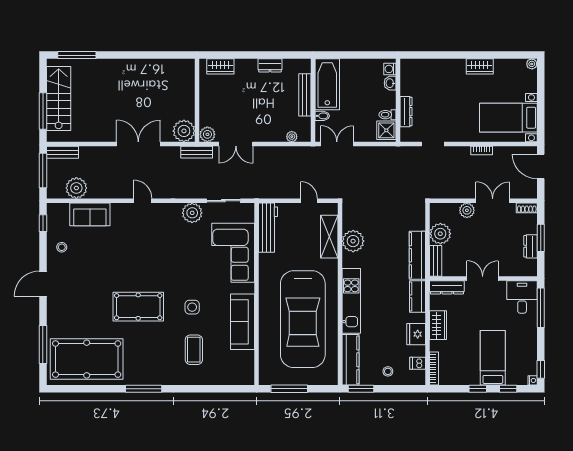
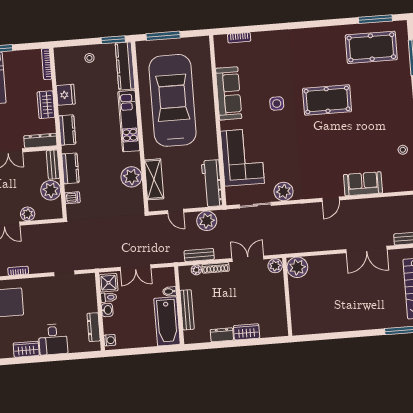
wardrobe: (220, 66) -> (247, 332), moved
desk: (450, 75) -> (53, 339), added
washbasin: (390, 83) -> (107, 310), moved
dresser: (406, 112) -> (94, 327), moved
shoe rack: (271, 137) -> (216, 268), added
double door: (138, 144) -> (366, 249), moved
double door: (337, 144) -> (136, 268), moved
bench: (197, 152) -> (199, 255), moved
plant: (76, 188) -> (207, 221), moved
door: (143, 201) -> (331, 199), hinge flipped
sofa: (90, 214) -> (363, 184), moved
kitchen counter: (417, 255) -> (70, 168), width x0.67
coffee table: (194, 350) -> (272, 64), removed
pool table: (87, 359) -> (371, 47), width x0.73, depth x0.76
dishwasher: (418, 363) -> (72, 198), moved
bookcase: (227, 380) -> (239, 38), added
window: (144, 389) -> (375, 19), moved
window: (289, 389) -> (163, 36), moved

